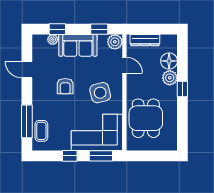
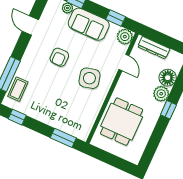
corner sofa: (97, 132) -> (69, 114), removed
window: (70, 156) -> (17, 117), moved

